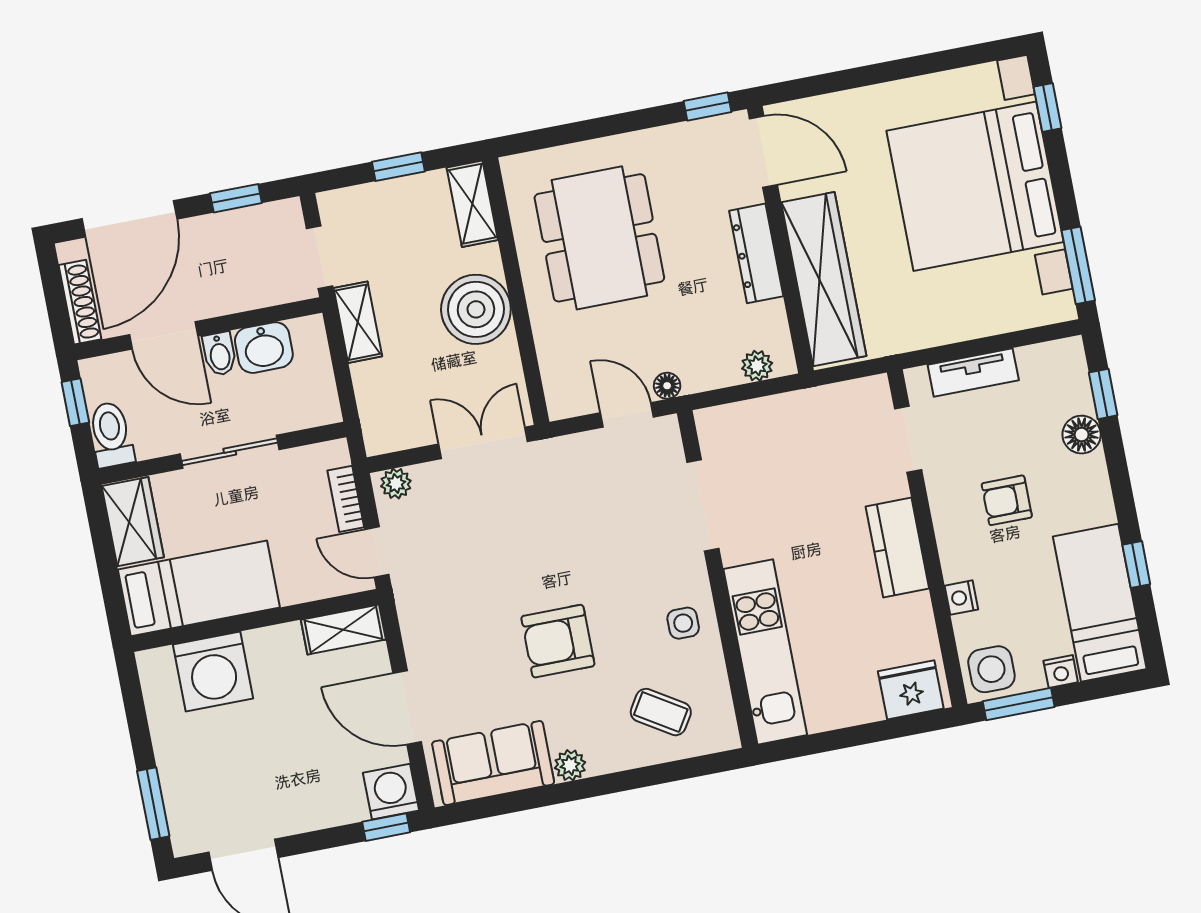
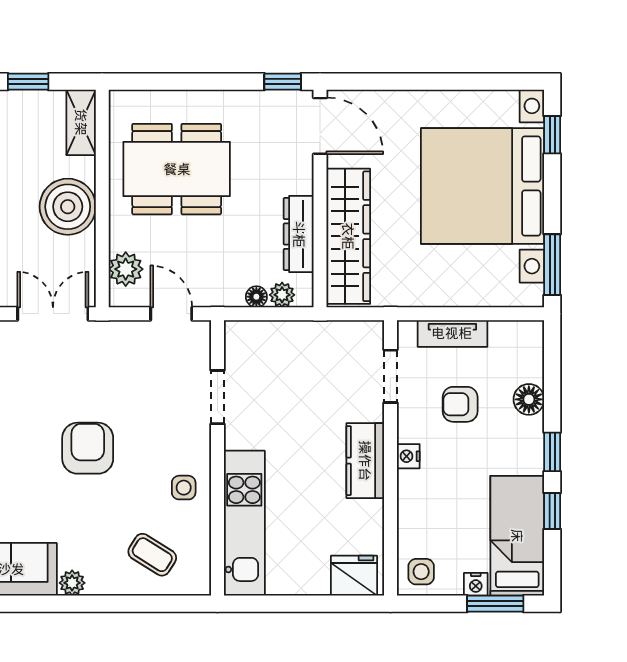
dining table: (599, 238) -> (177, 169), turned 90
dresser: (756, 253) -> (299, 234), moved
plant: (561, 371) -> (126, 269), added
floor lamp: (667, 386) -> (256, 297), moved
window: (1103, 394) -> (552, 452), moved
armchair: (1007, 500) -> (460, 404), moved
doorway: (703, 505) -> (218, 397), width x0.73
nightstand: (961, 598) -> (408, 456), moved
armchair: (558, 641) -> (88, 448), moved, turned 90
side table: (991, 669) -> (421, 572), width x0.73, depth x0.73
window: (1019, 704) -> (495, 604), moved

